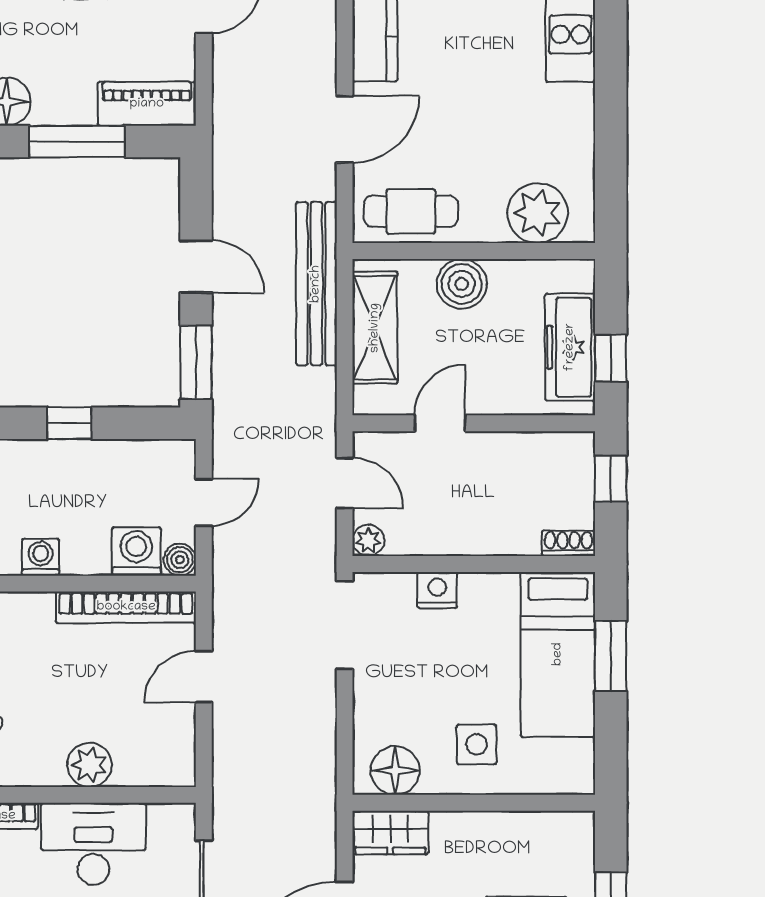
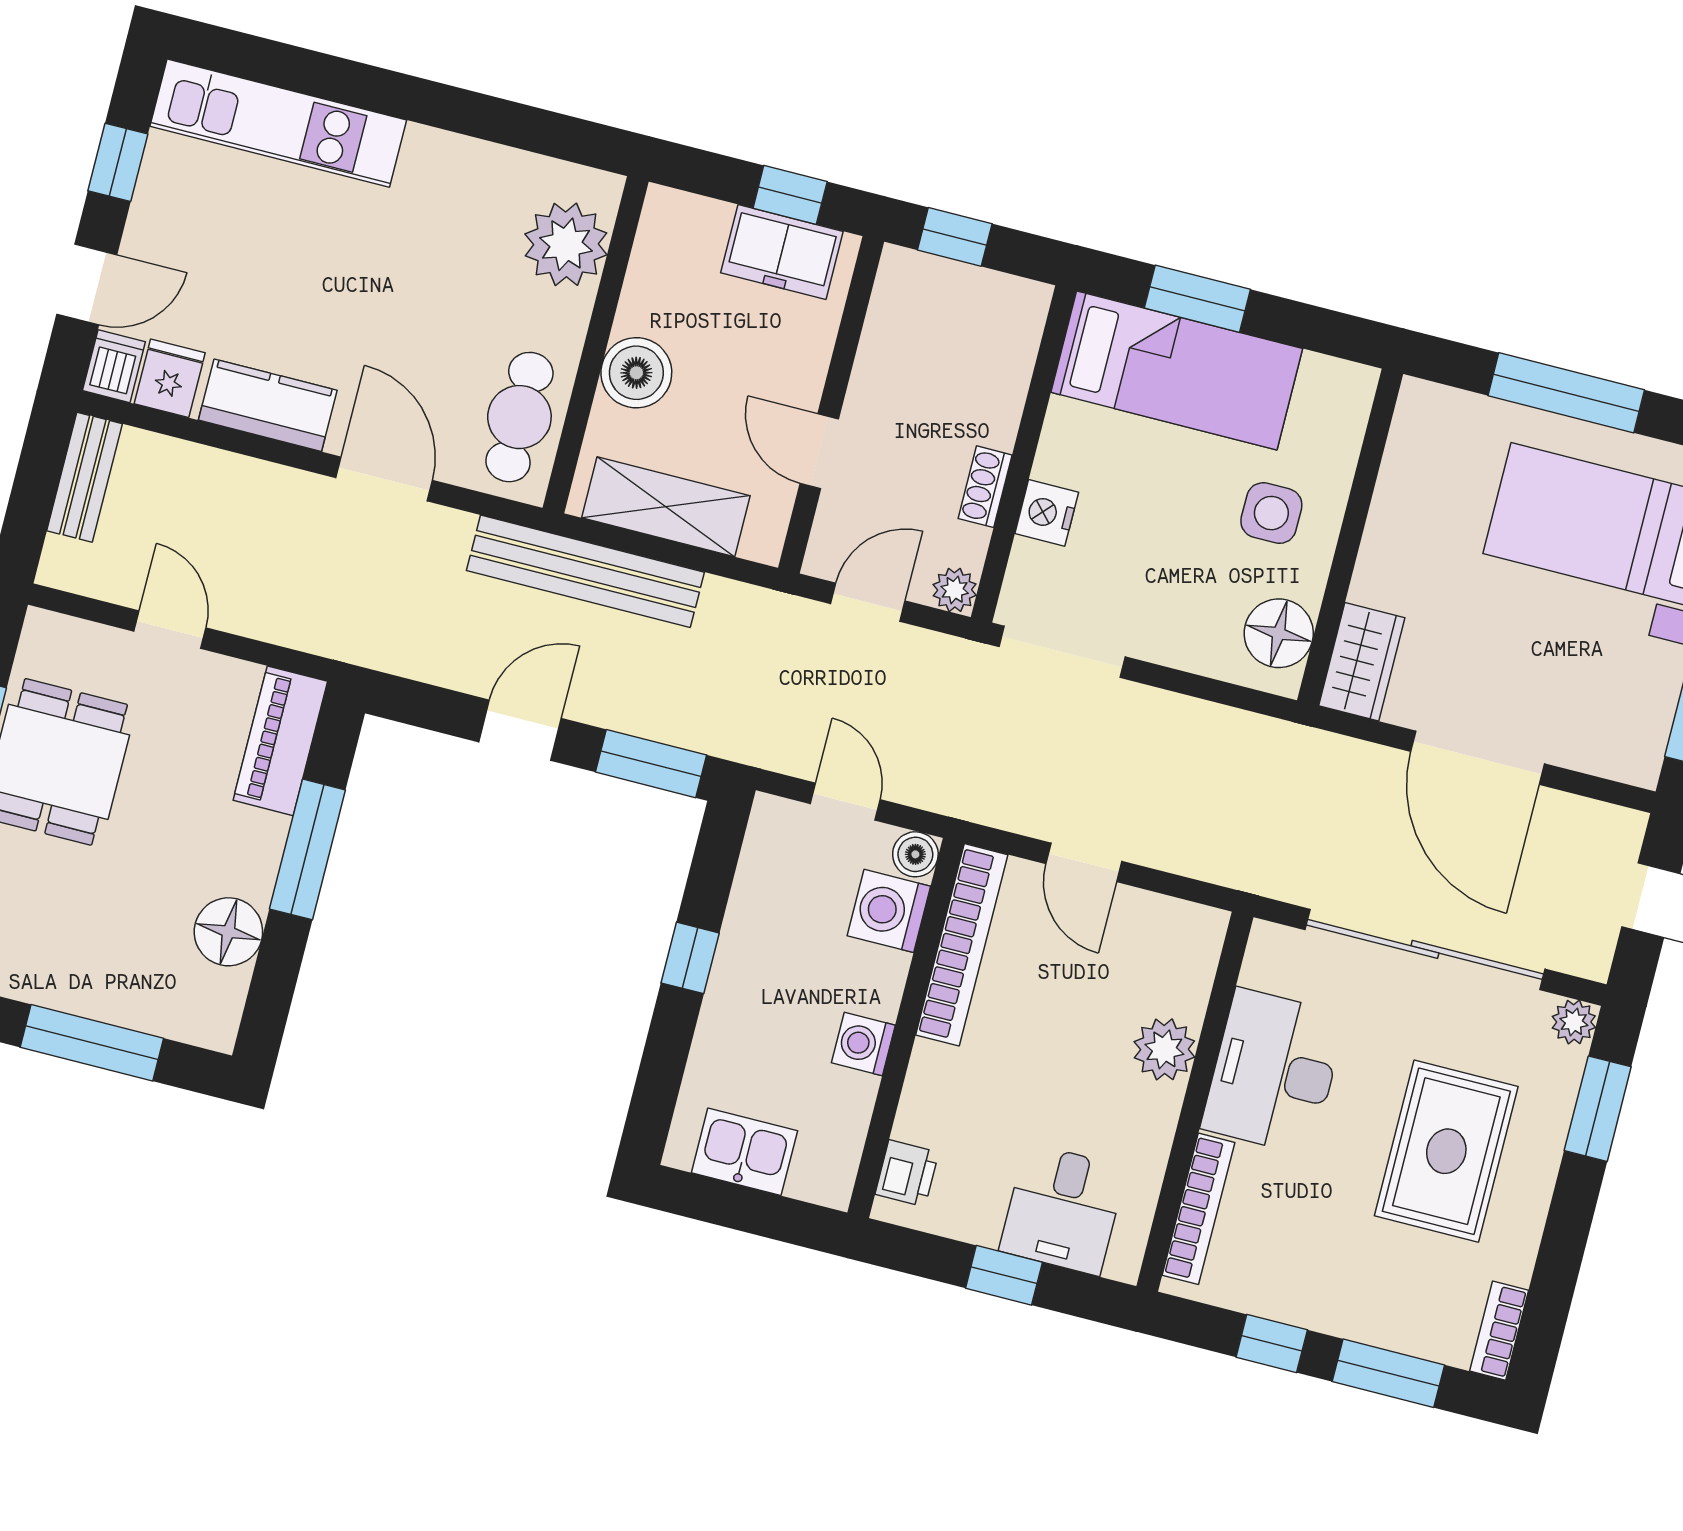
freezer: (570, 347) -> (782, 252), width x0.71
shoe rack: (568, 543) -> (985, 487), moved

